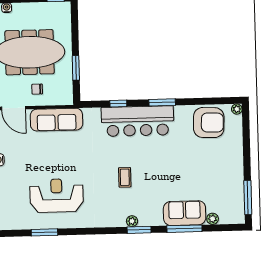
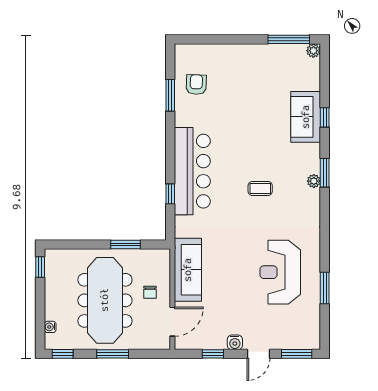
window: (162, 102) -> (170, 95), moved
plant: (237, 109) -> (181, 50), removed
armchair: (209, 123) -> (196, 85), width x0.53, depth x0.53
plant: (213, 219) -> (313, 51), moved
window: (184, 229) -> (325, 117), width x0.46

